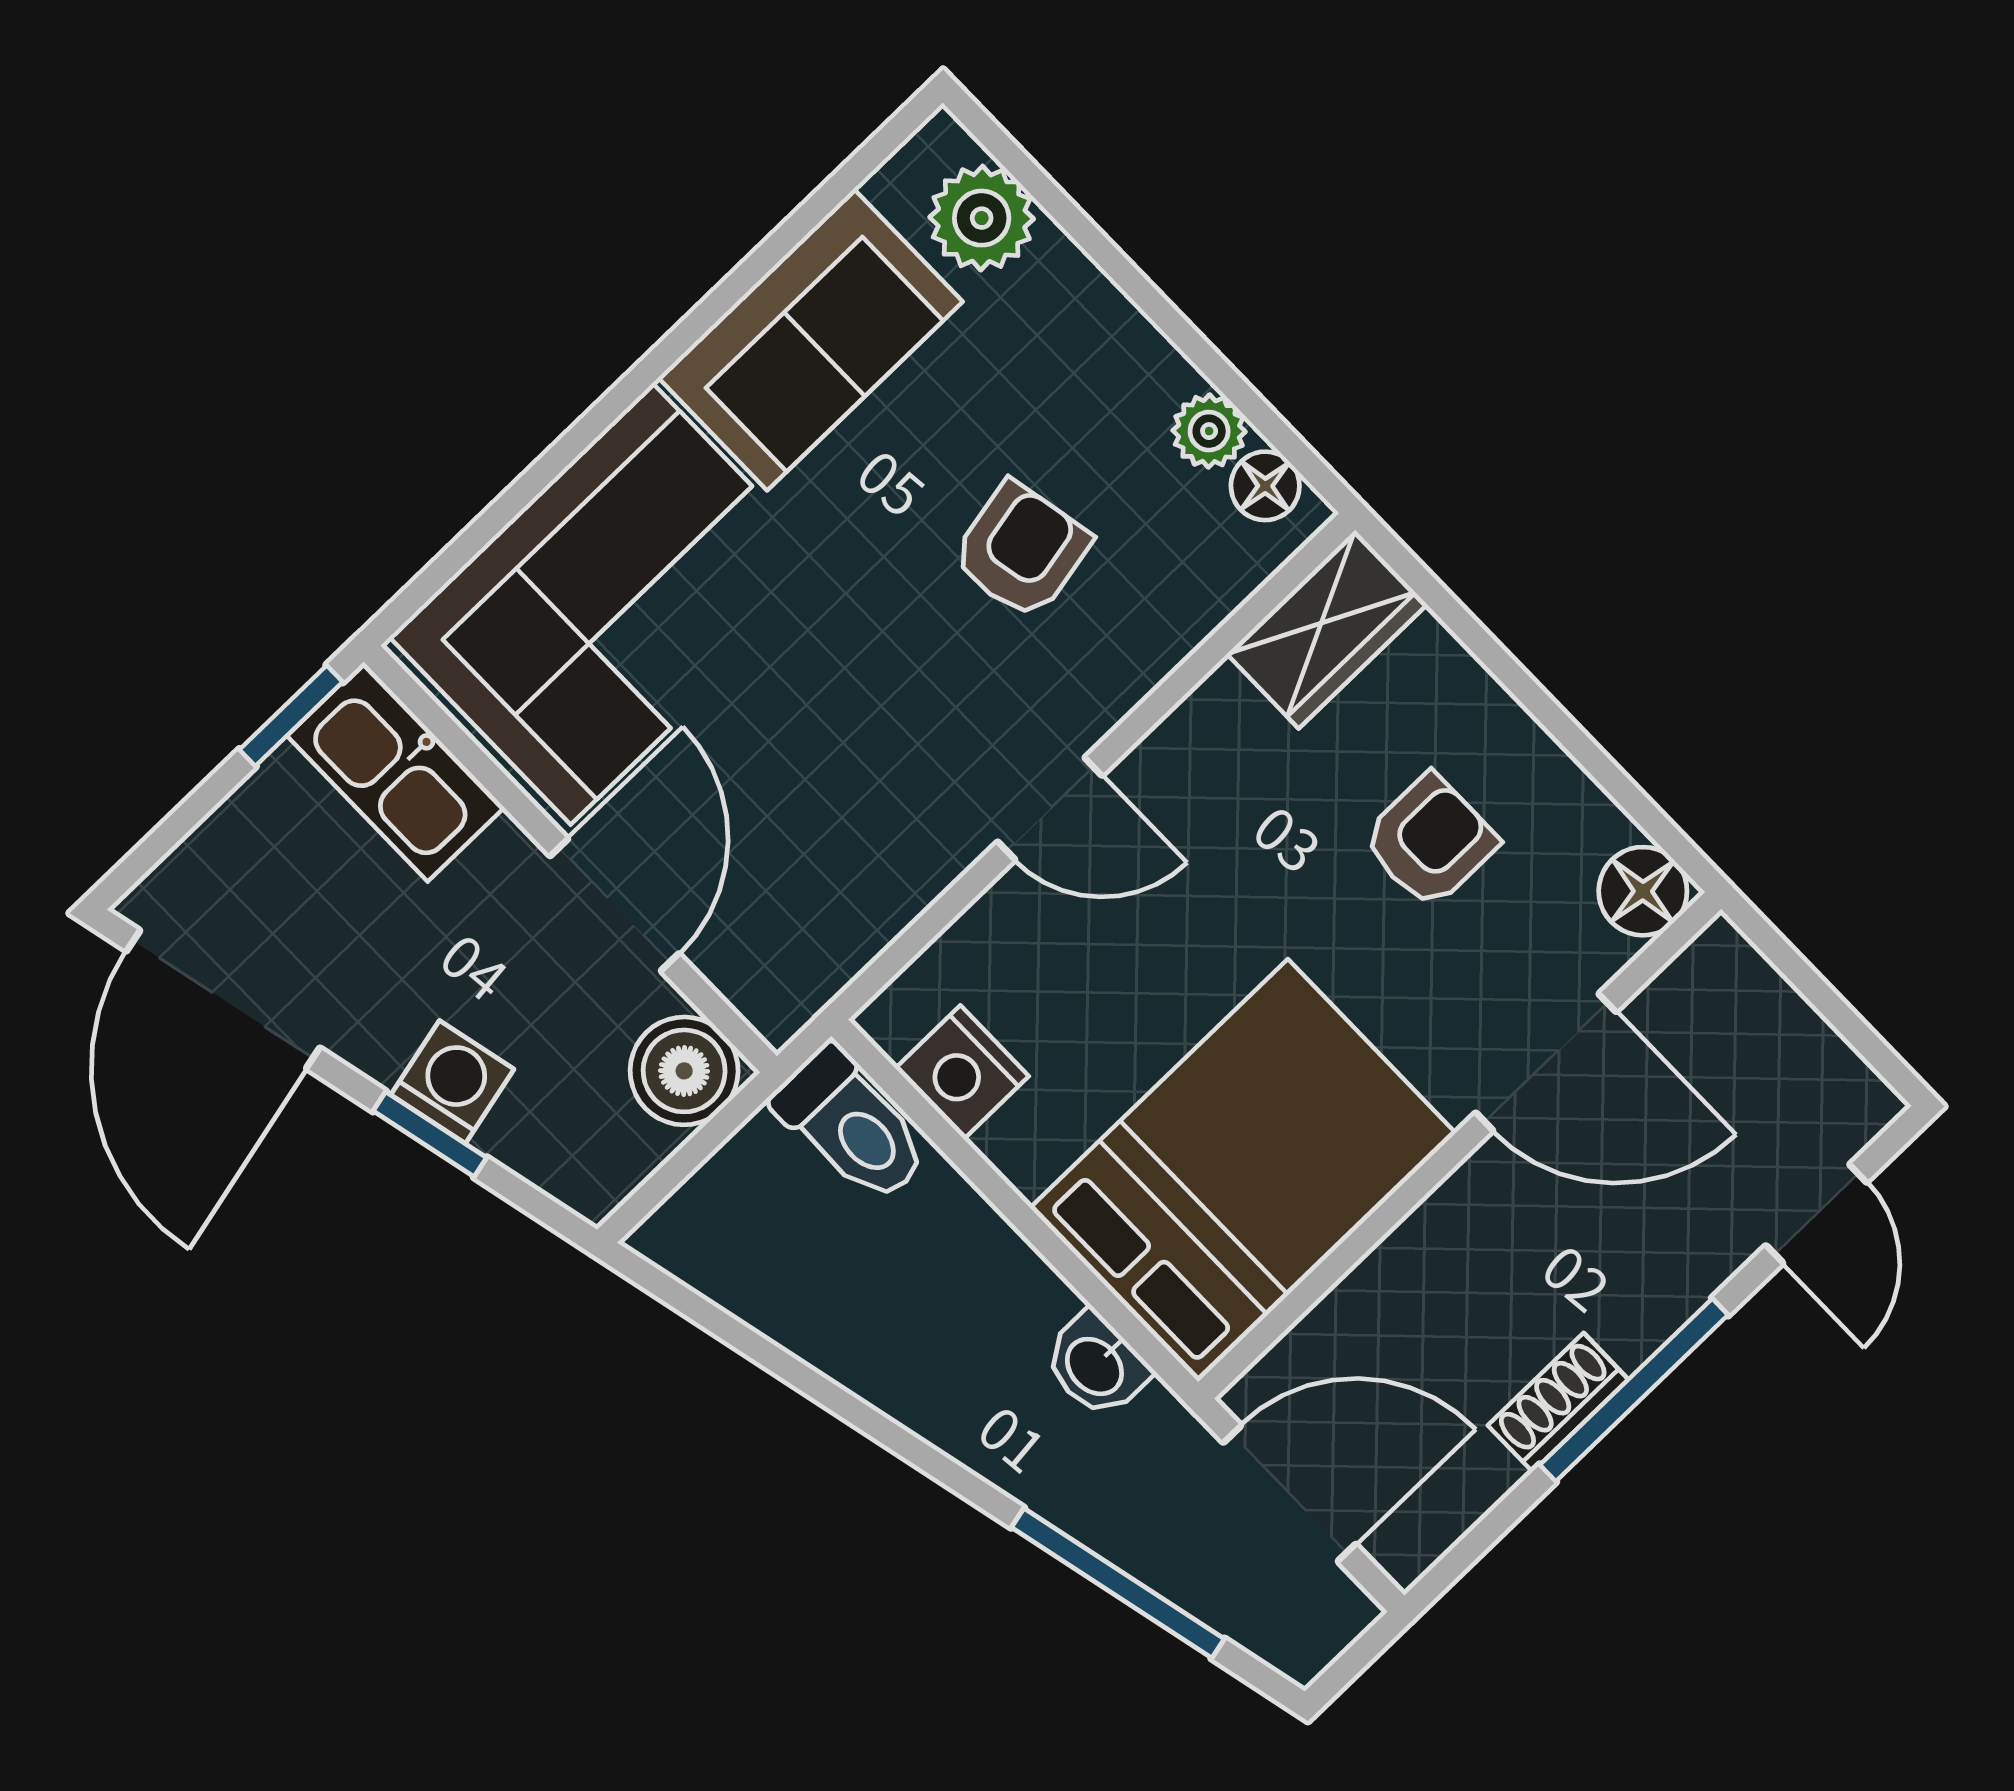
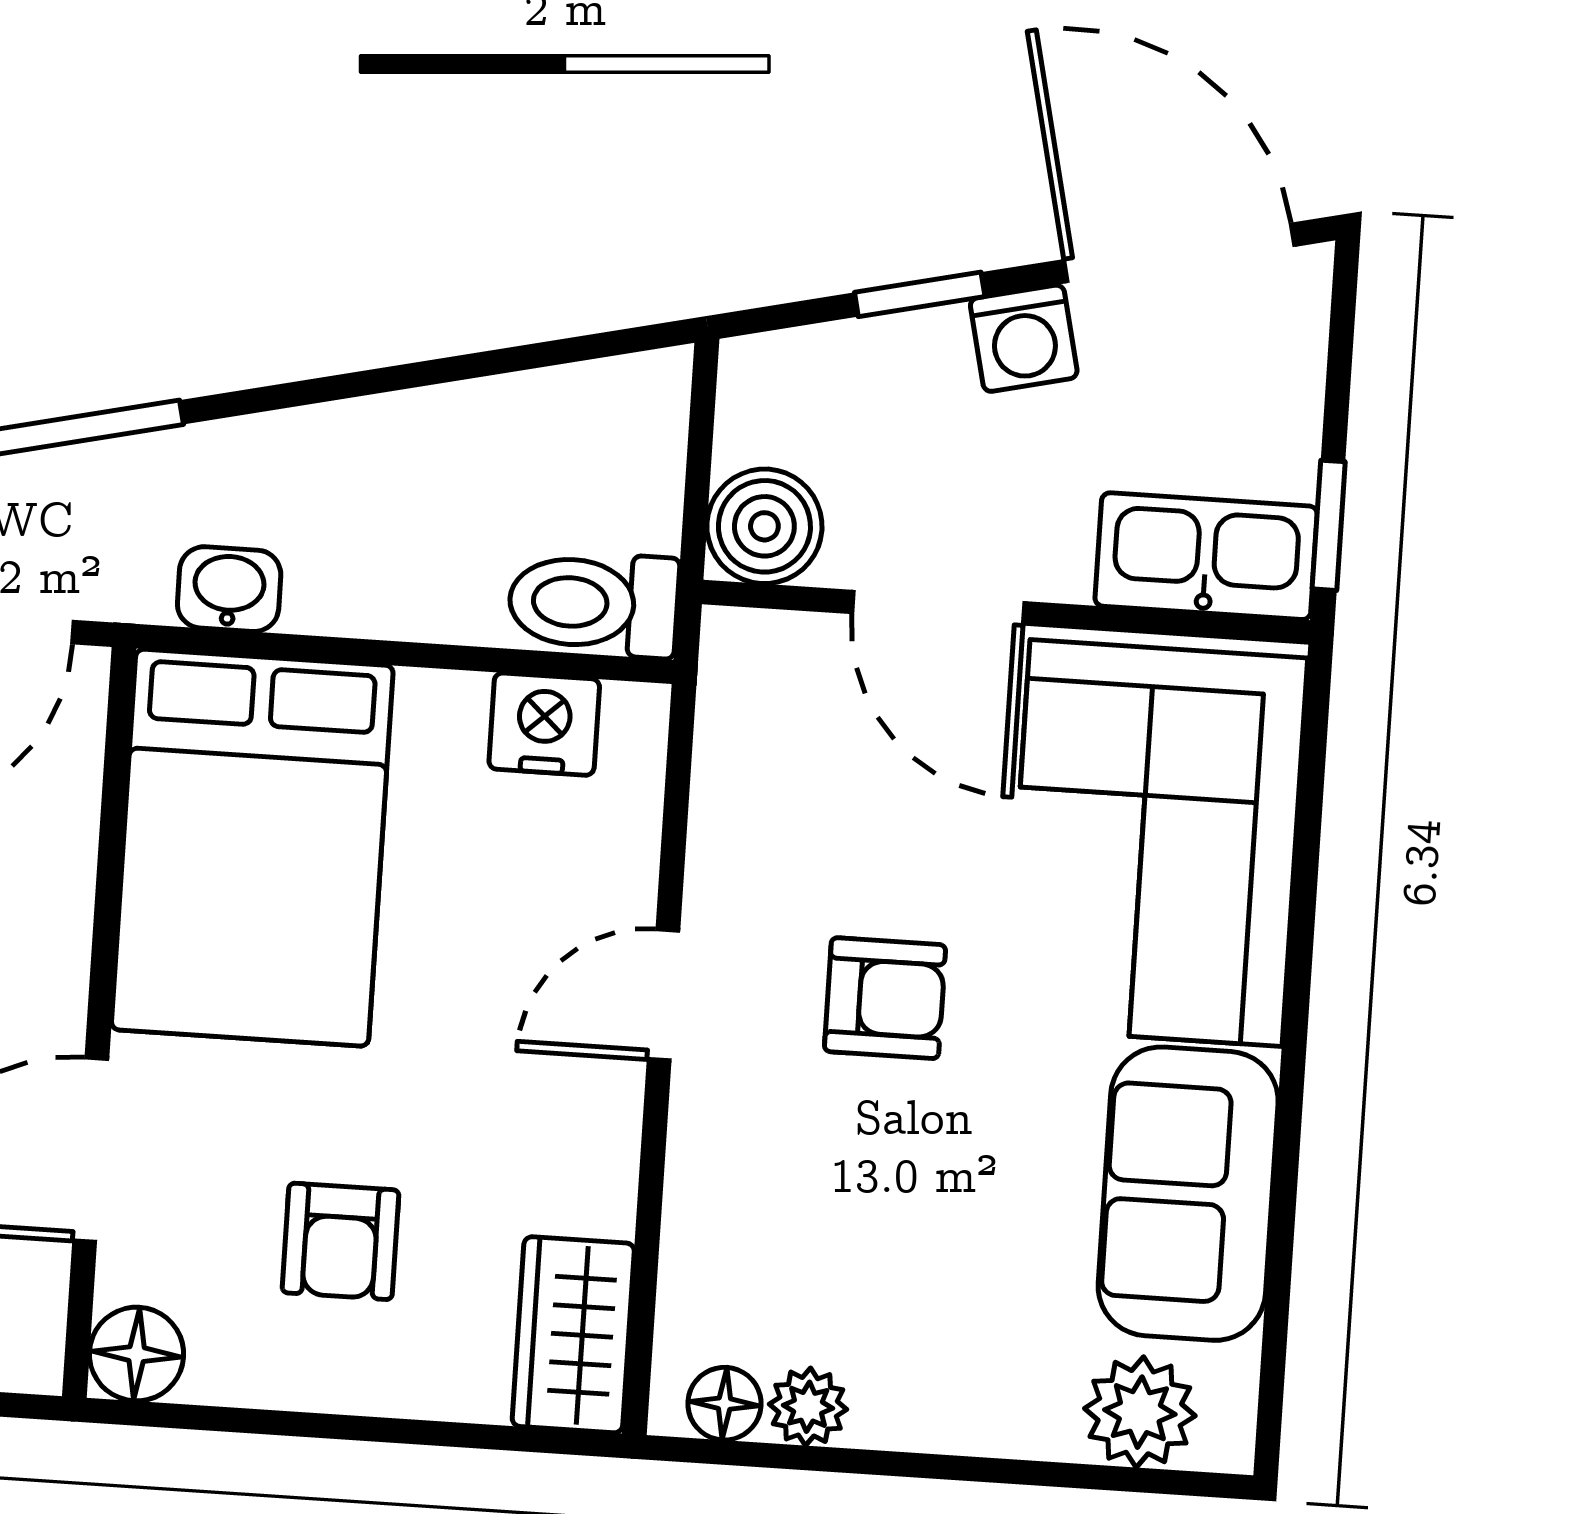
armchair: (1021, 550) -> (885, 998), moved, turned -79
washing machine: (452, 1082) -> (1024, 338), moved

